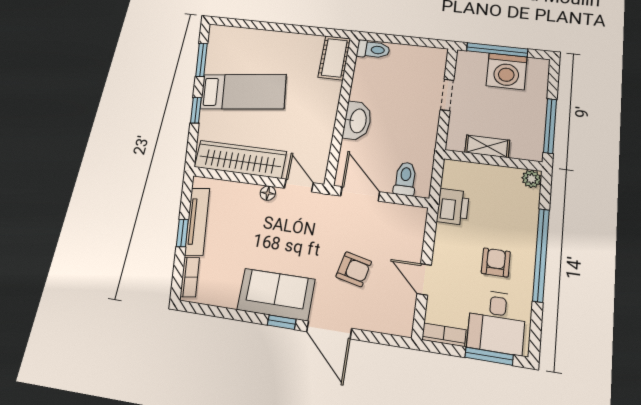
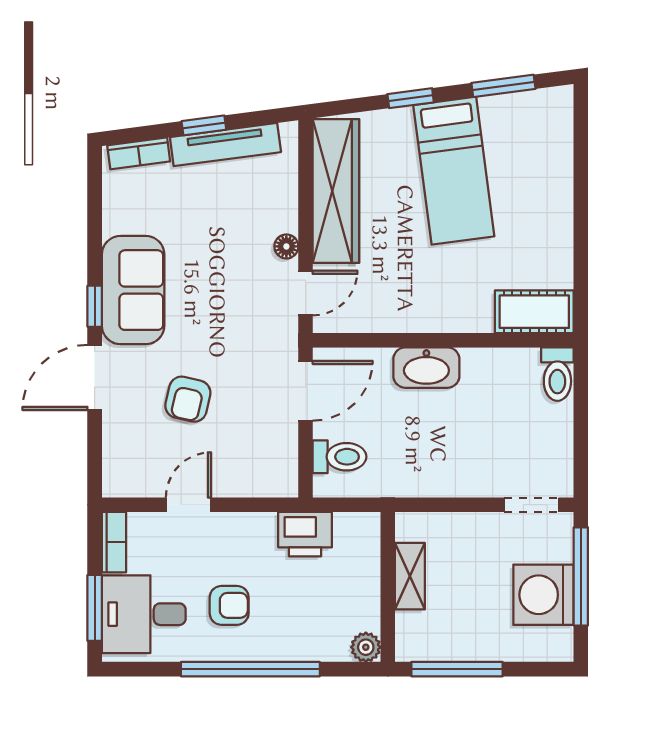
doorway: (447, 95) -> (531, 505), moved

